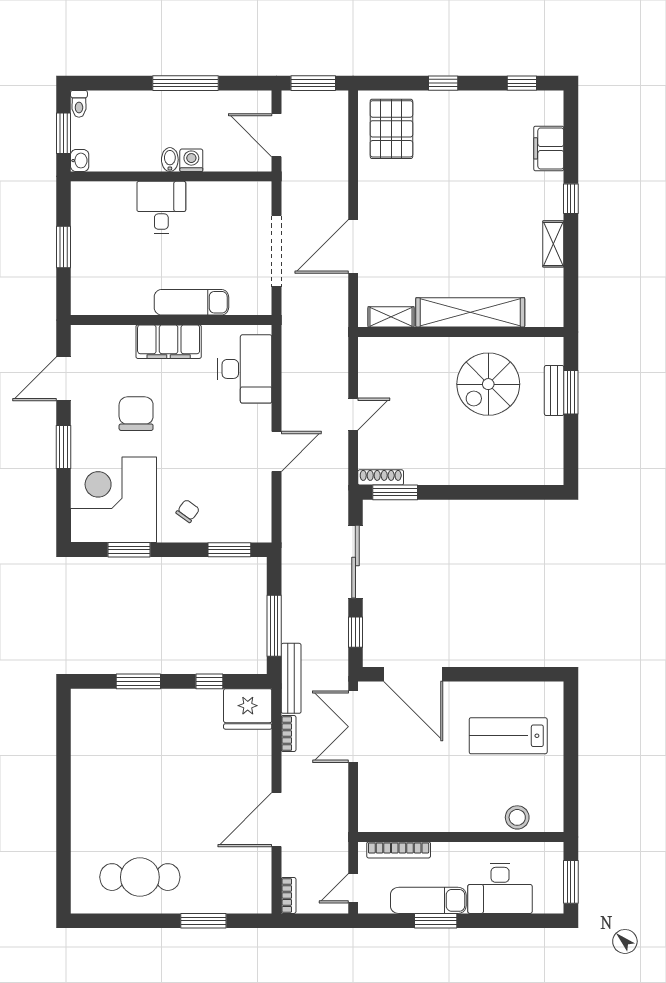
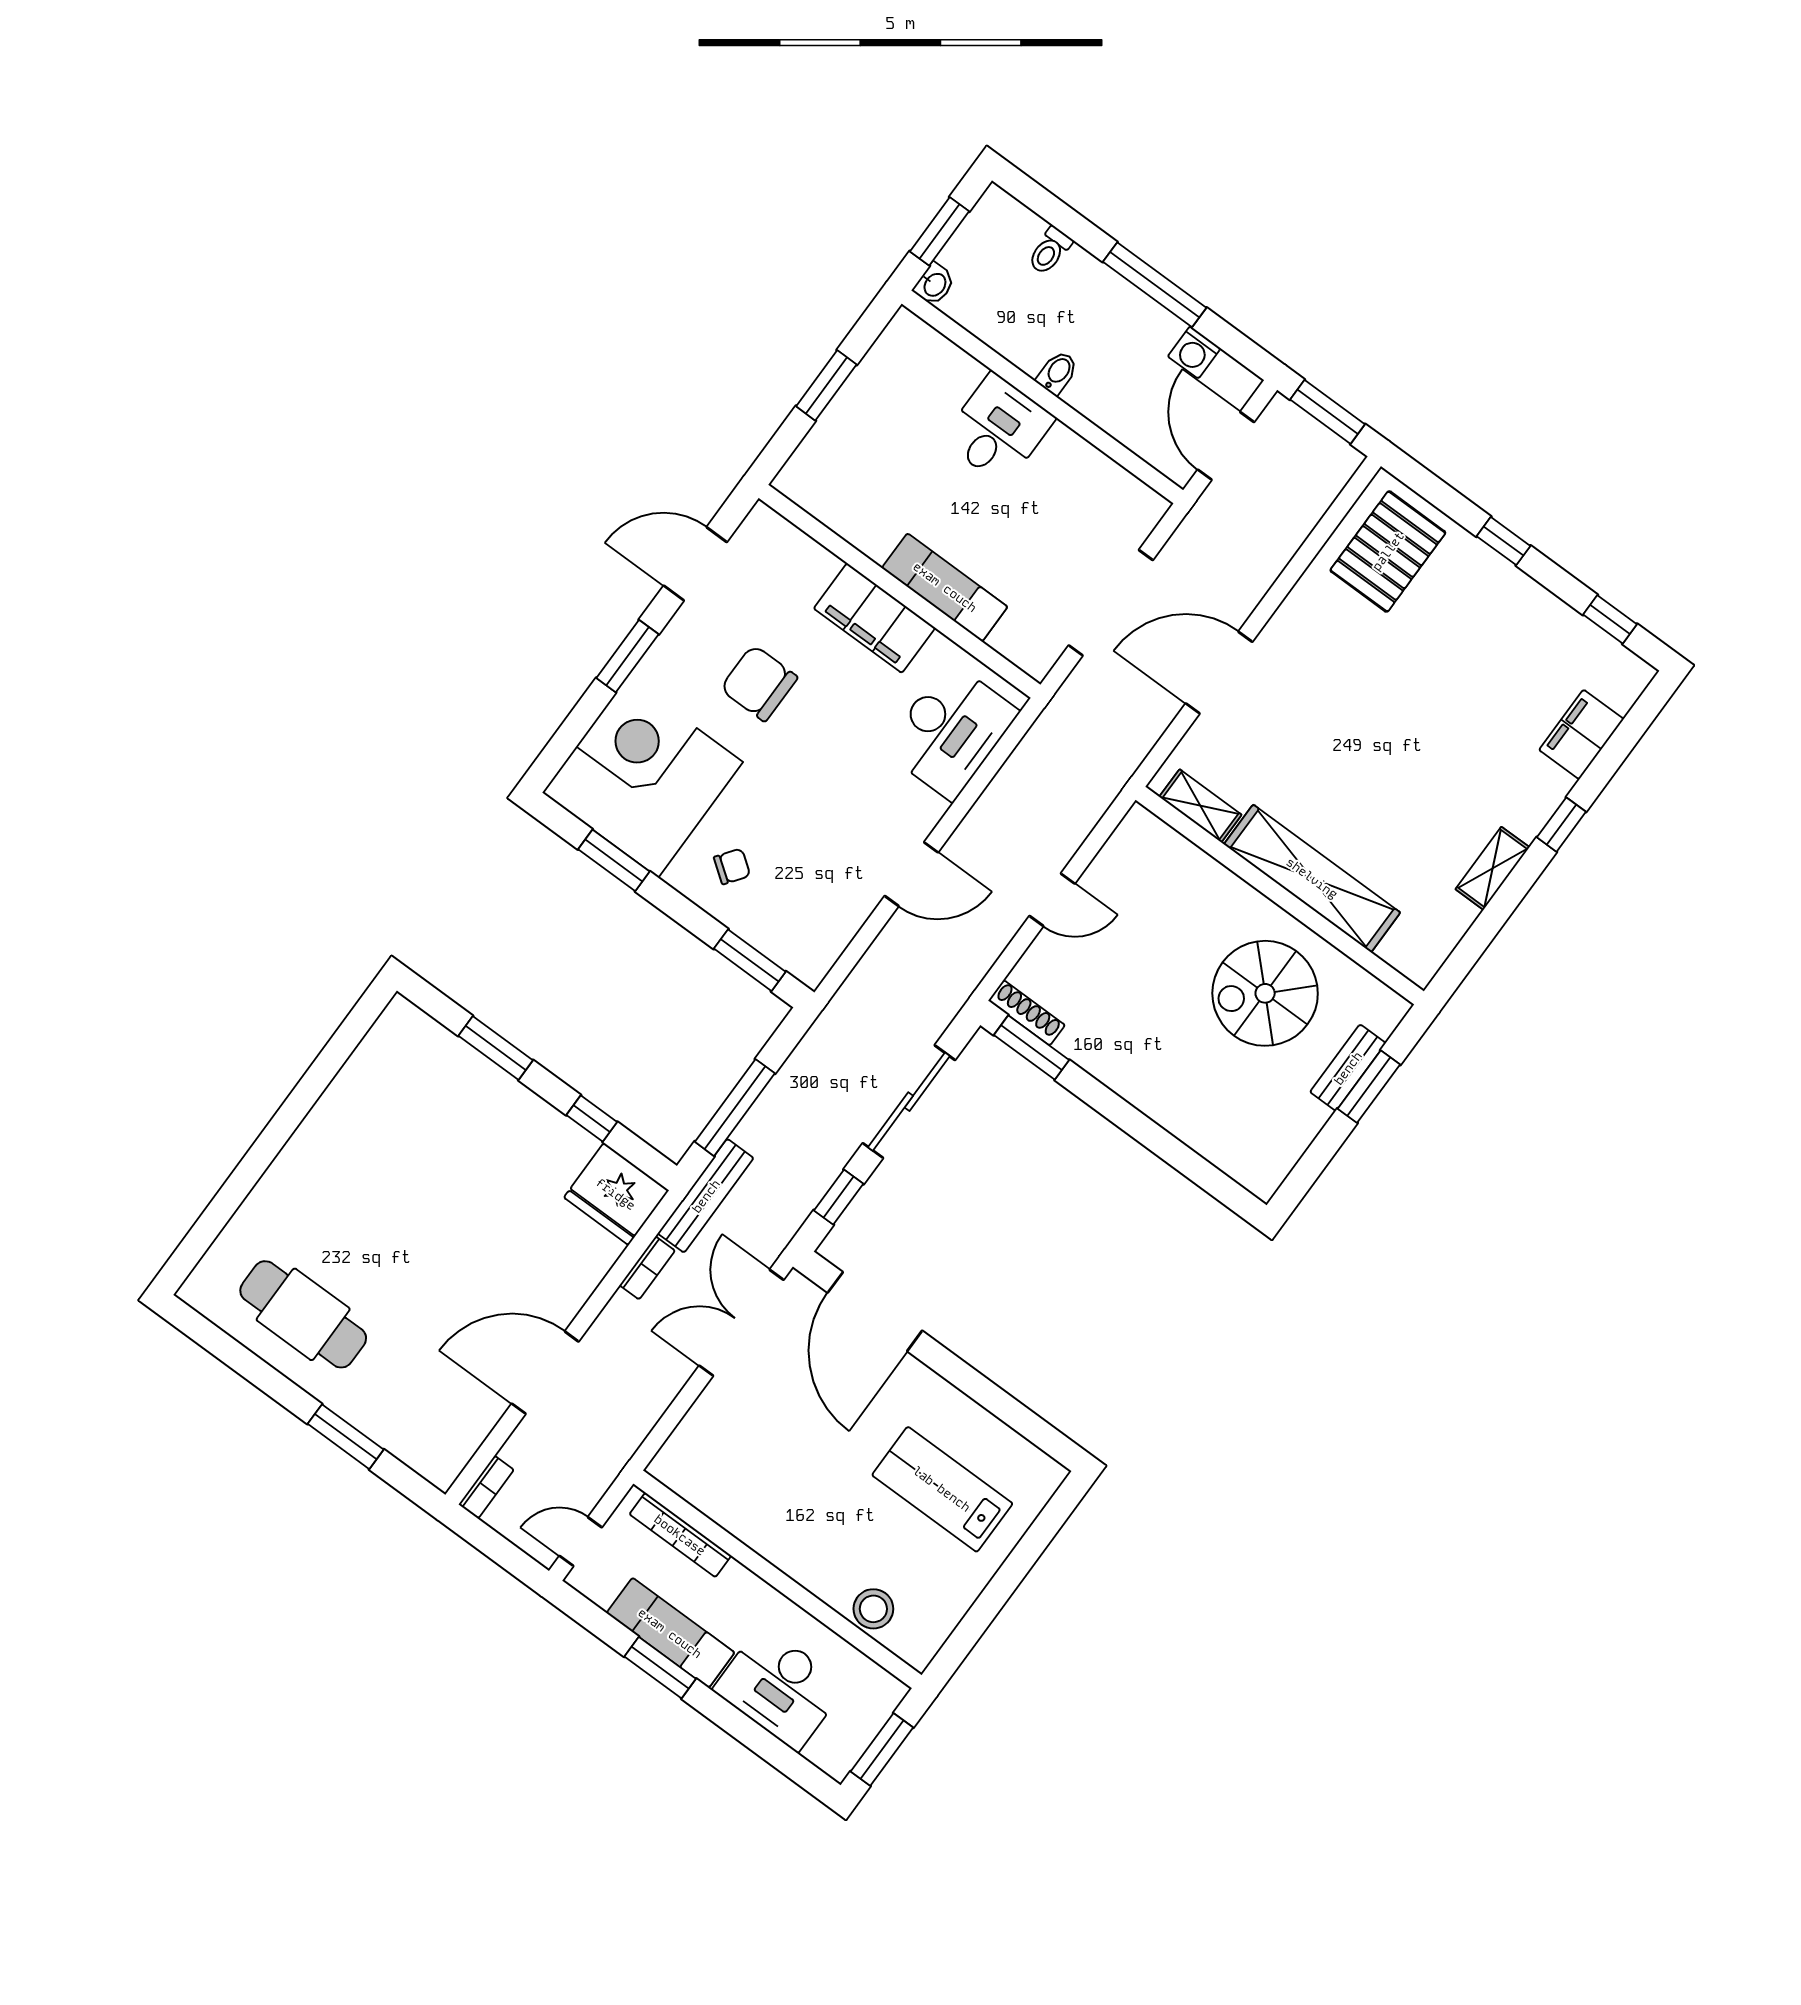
toilet: (79, 104) -> (1050, 251), moved
washing machine: (191, 160) -> (1194, 352), moved, turned 180
chair: (136, 414) -> (759, 683), turned -90

